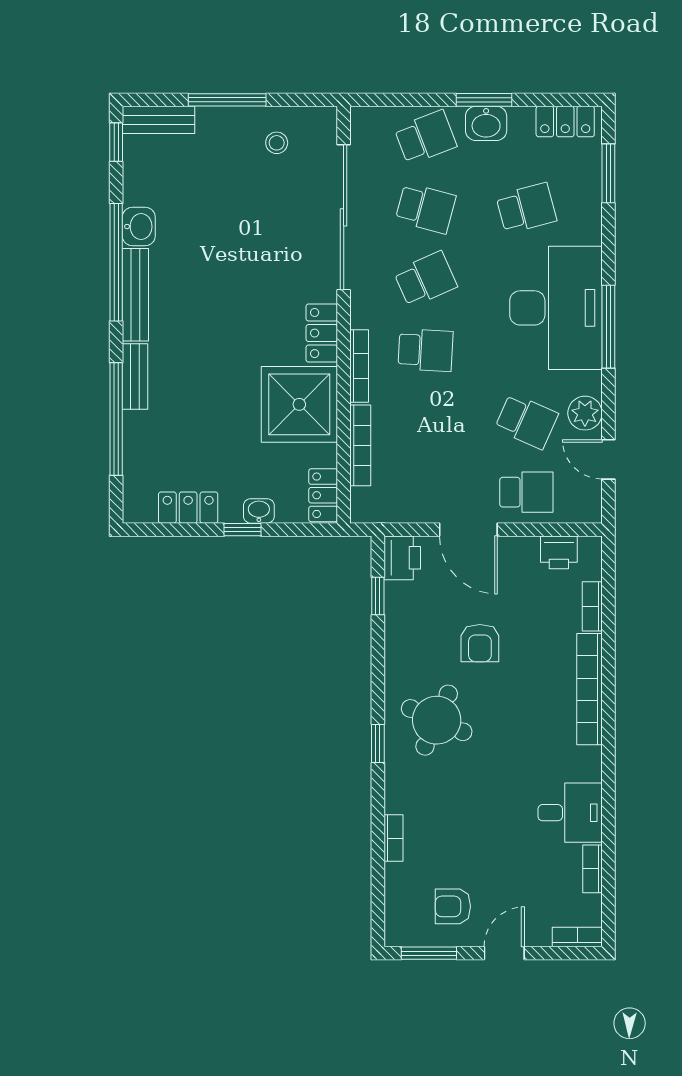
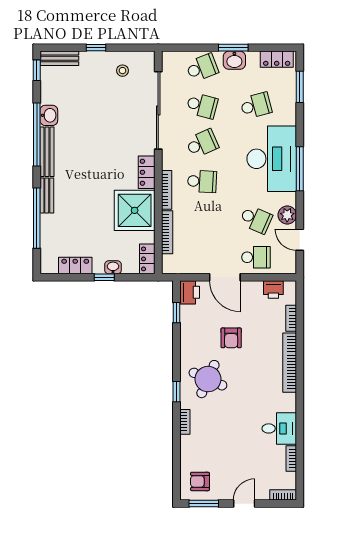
window: (227, 100) -> (96, 48), width x0.46
bookcase: (393, 838) -> (185, 422), moved
armchair: (453, 906) -> (200, 481), moved

